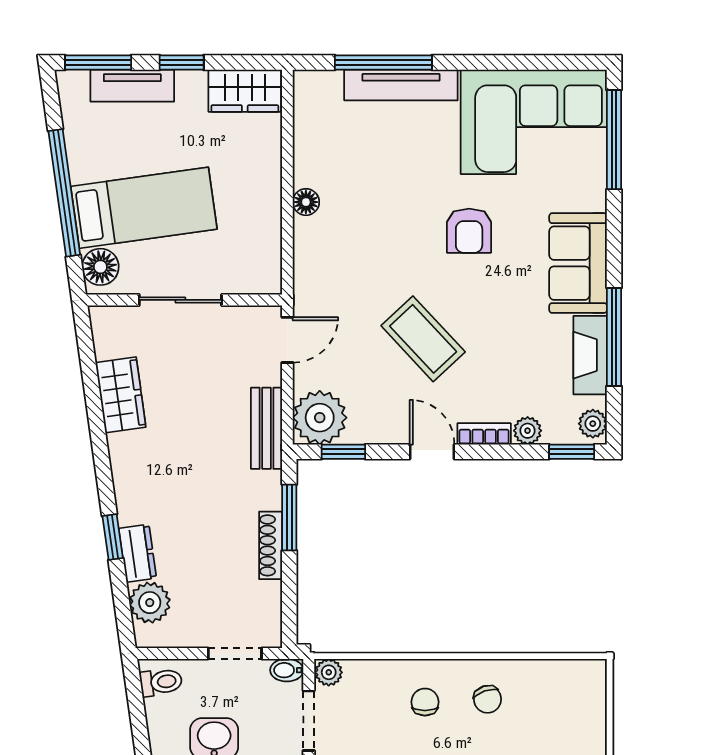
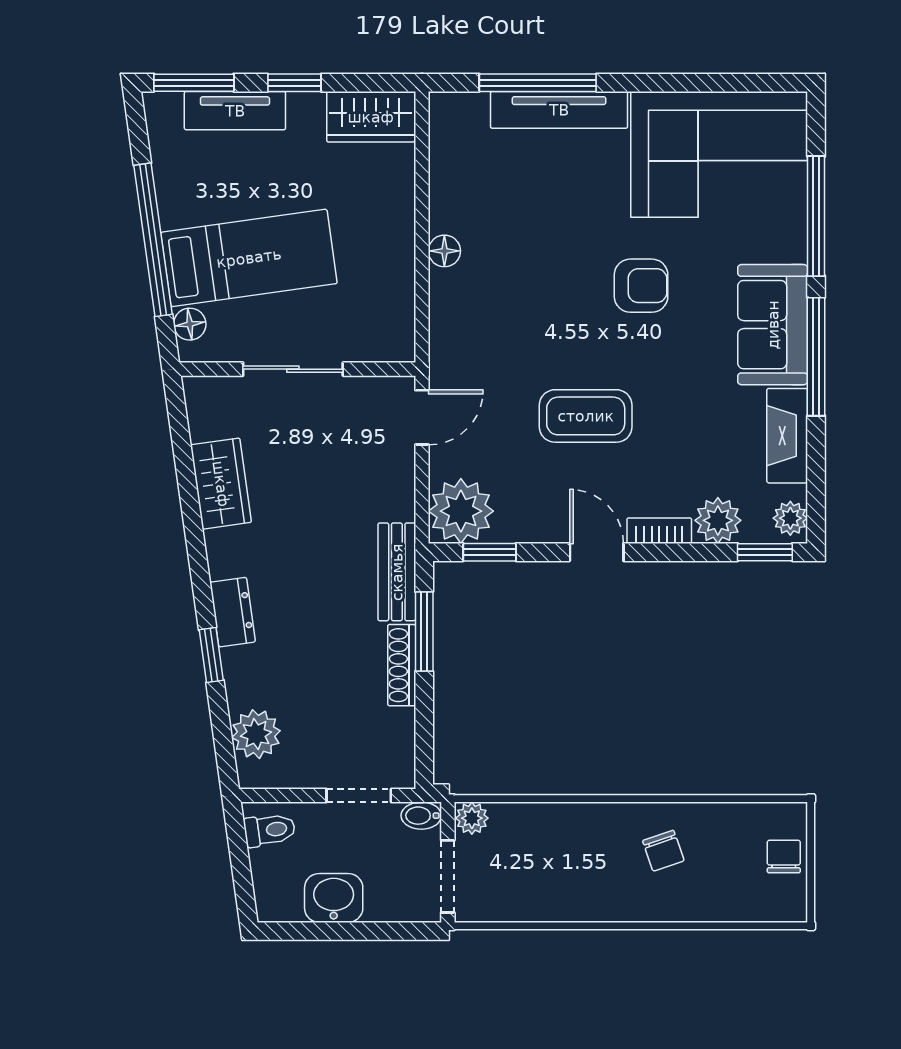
window: (614, 140) -> (816, 216), moved
armchair: (469, 231) -> (641, 286), turned -90
floor lamp: (100, 267) -> (190, 324), width x0.73, depth x0.73
window: (614, 337) -> (816, 357), moved
coffee table: (423, 339) -> (586, 416), turned -47
bench: (266, 428) -> (397, 572), moved
plant: (528, 431) -> (718, 520), width x1.38, depth x1.38
dresser: (138, 553) -> (233, 612), moved
chair: (425, 702) -> (784, 857), moved

